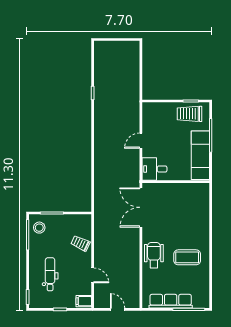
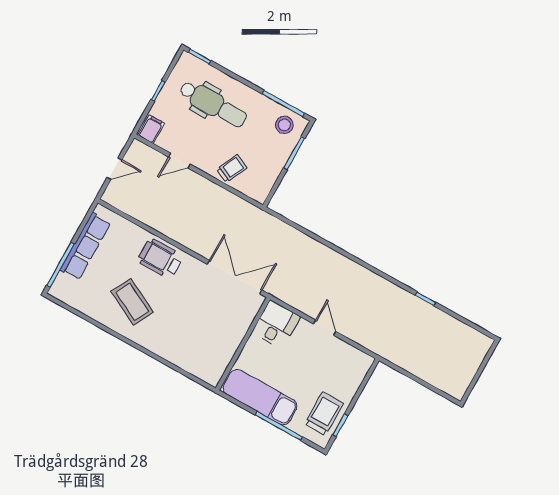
wheelchair: (154, 255) -> (160, 259), turned 180
coffee table: (187, 257) -> (132, 302), turned -63
dental chair: (50, 274) -> (213, 104), width x1.36, depth x1.38

